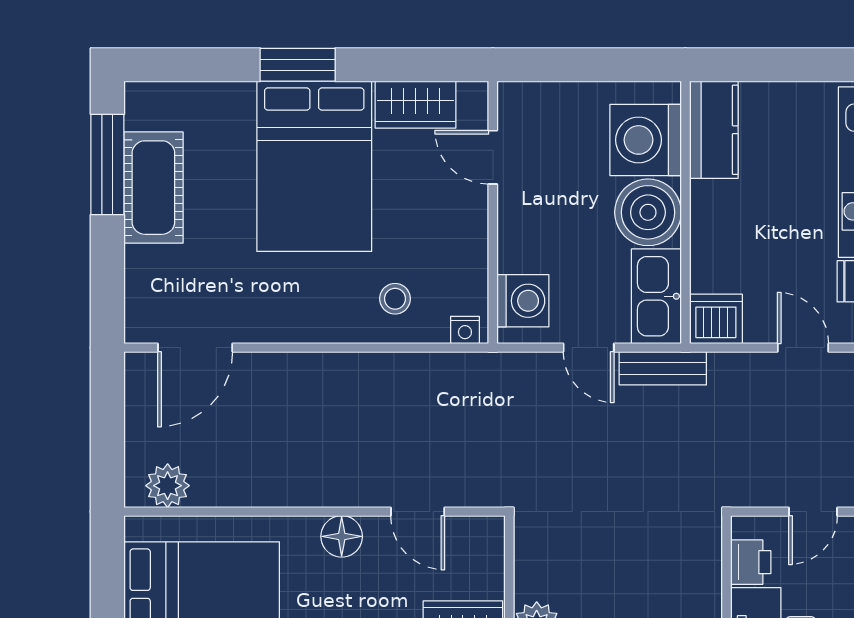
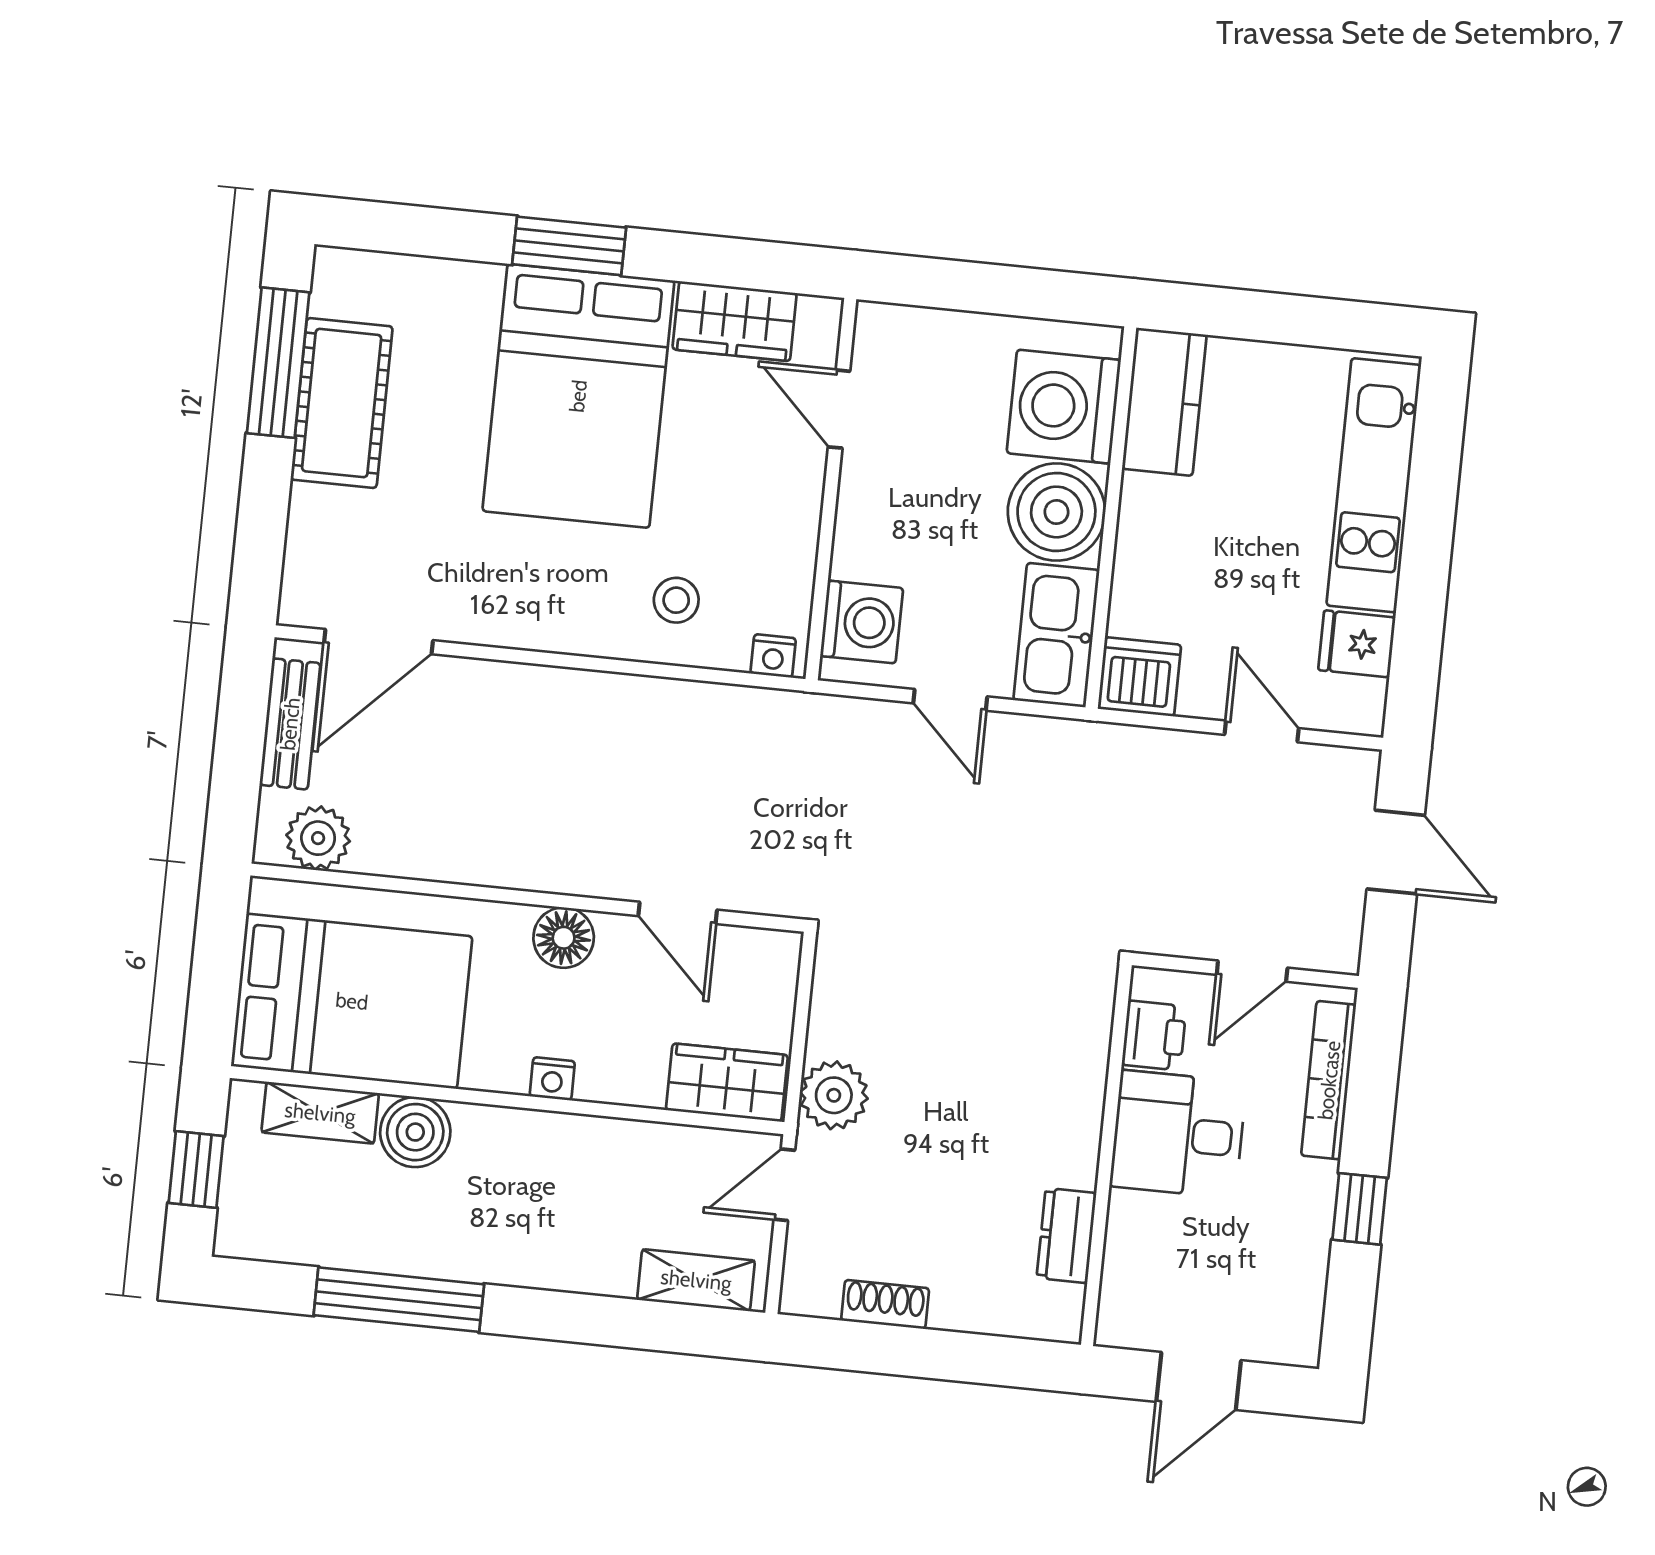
bench: (663, 368) -> (290, 724), moved, turned 90

